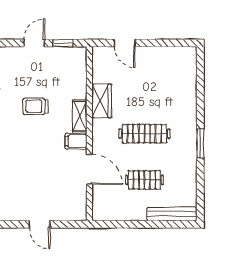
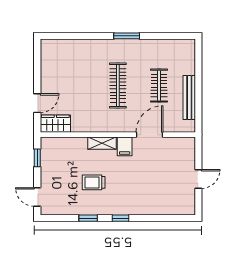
door: (34, 43) -> (37, 197), moved
wardrobe: (102, 101) -> (55, 124), moved
trolley: (36, 106) -> (94, 182), turned 90
bench: (172, 214) -> (189, 98), moved

